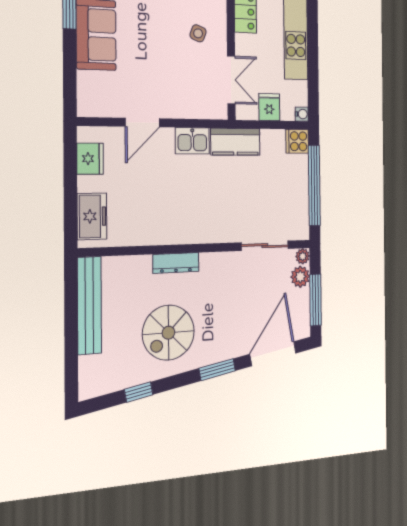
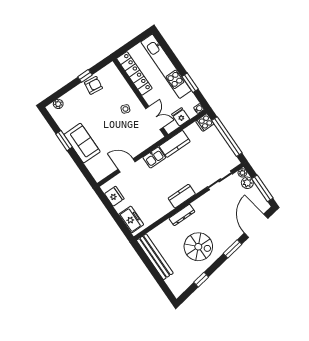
window: (313, 67) -> (190, 83), added
door: (142, 123) -> (127, 165), swing flipped
kitchen counter: (195, 232) -> (182, 196), added
spiral stairs: (168, 333) -> (198, 247), turned -90

